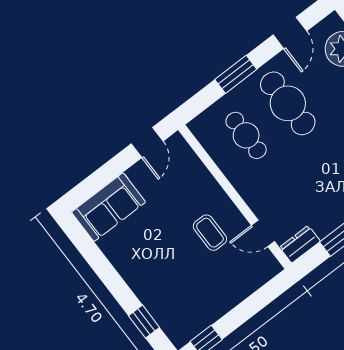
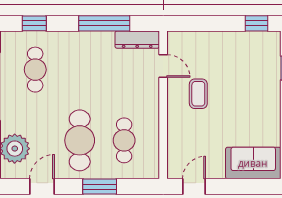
dresser: (300, 244) -> (137, 40), width x1.44

